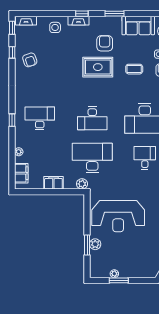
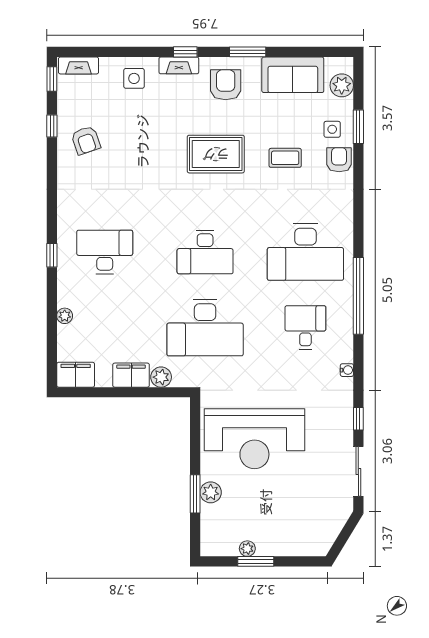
armchair: (105, 43) -> (226, 85), moved
desk: (92, 158) -> (205, 328), turned 180
filing cabinet: (21, 173) -> (76, 375), moved, turned -90
plant: (82, 184) -> (161, 377), moved

